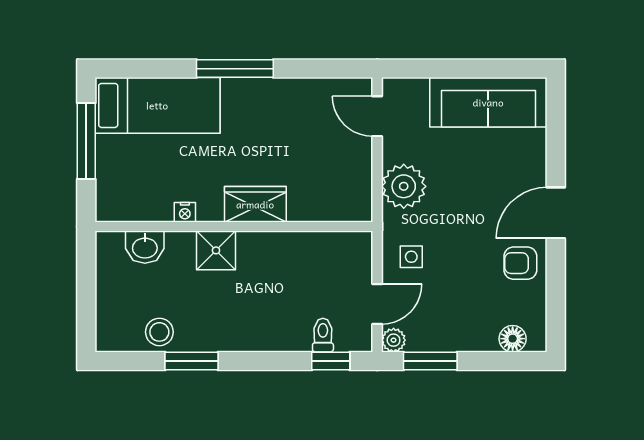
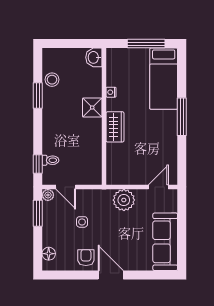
washbasin: (145, 247) -> (94, 57), moved
side table: (411, 257) -> (82, 222), moved

